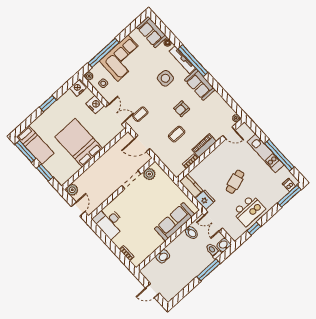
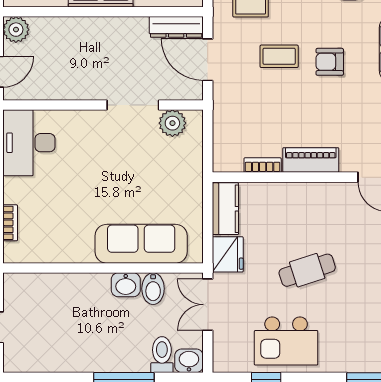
coffee table: (177, 134) -> (279, 56), moved
dresser: (123, 142) -> (176, 27), added
washbasin: (163, 256) -> (126, 285), moved

